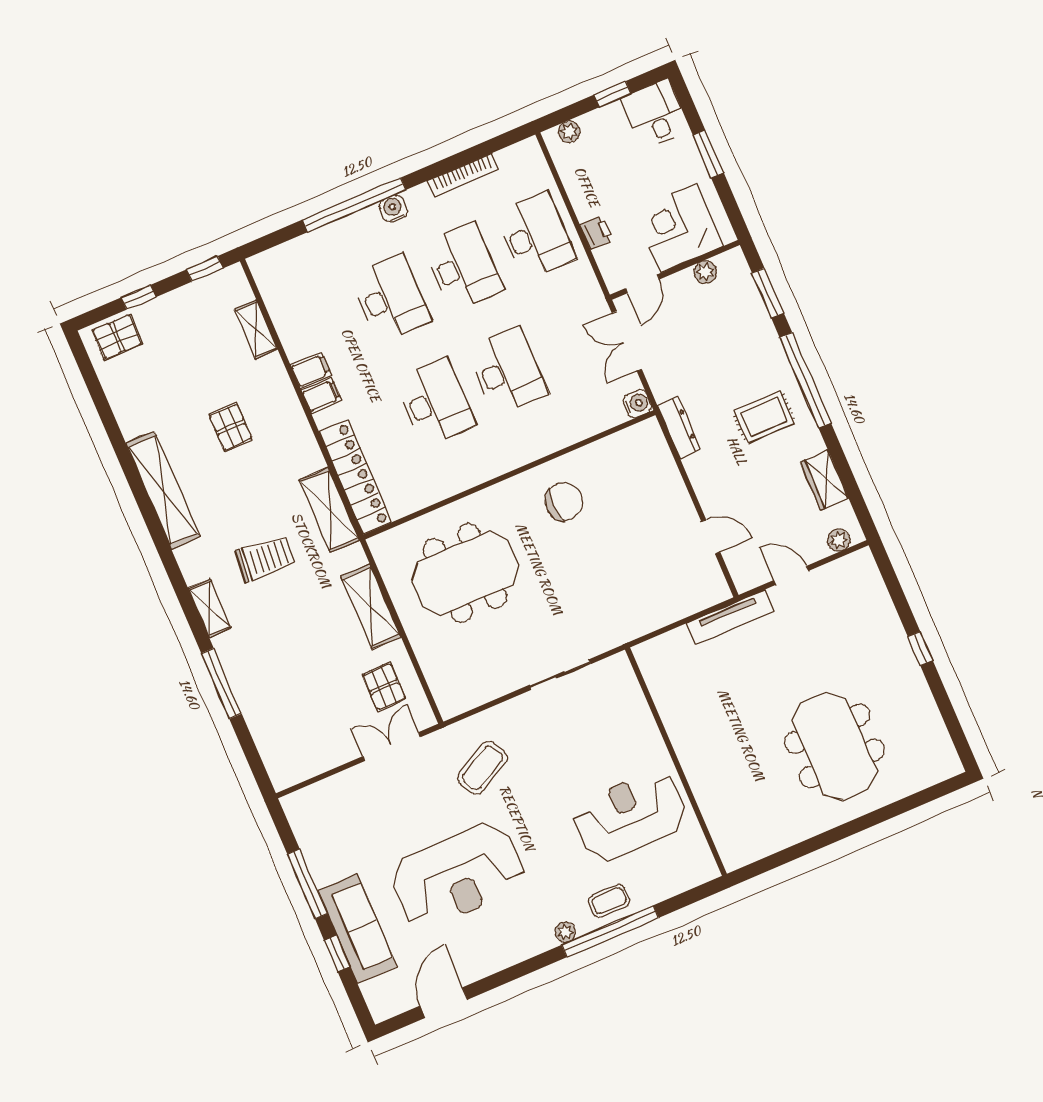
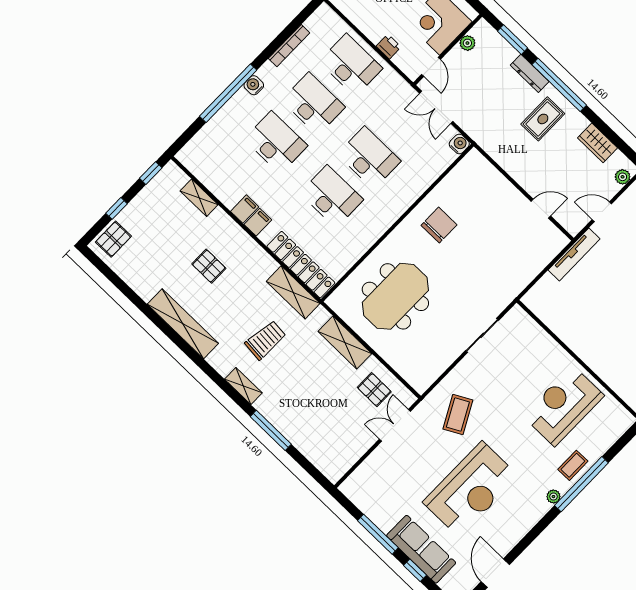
dresser: (679, 427) -> (530, 73), moved, turned 180

